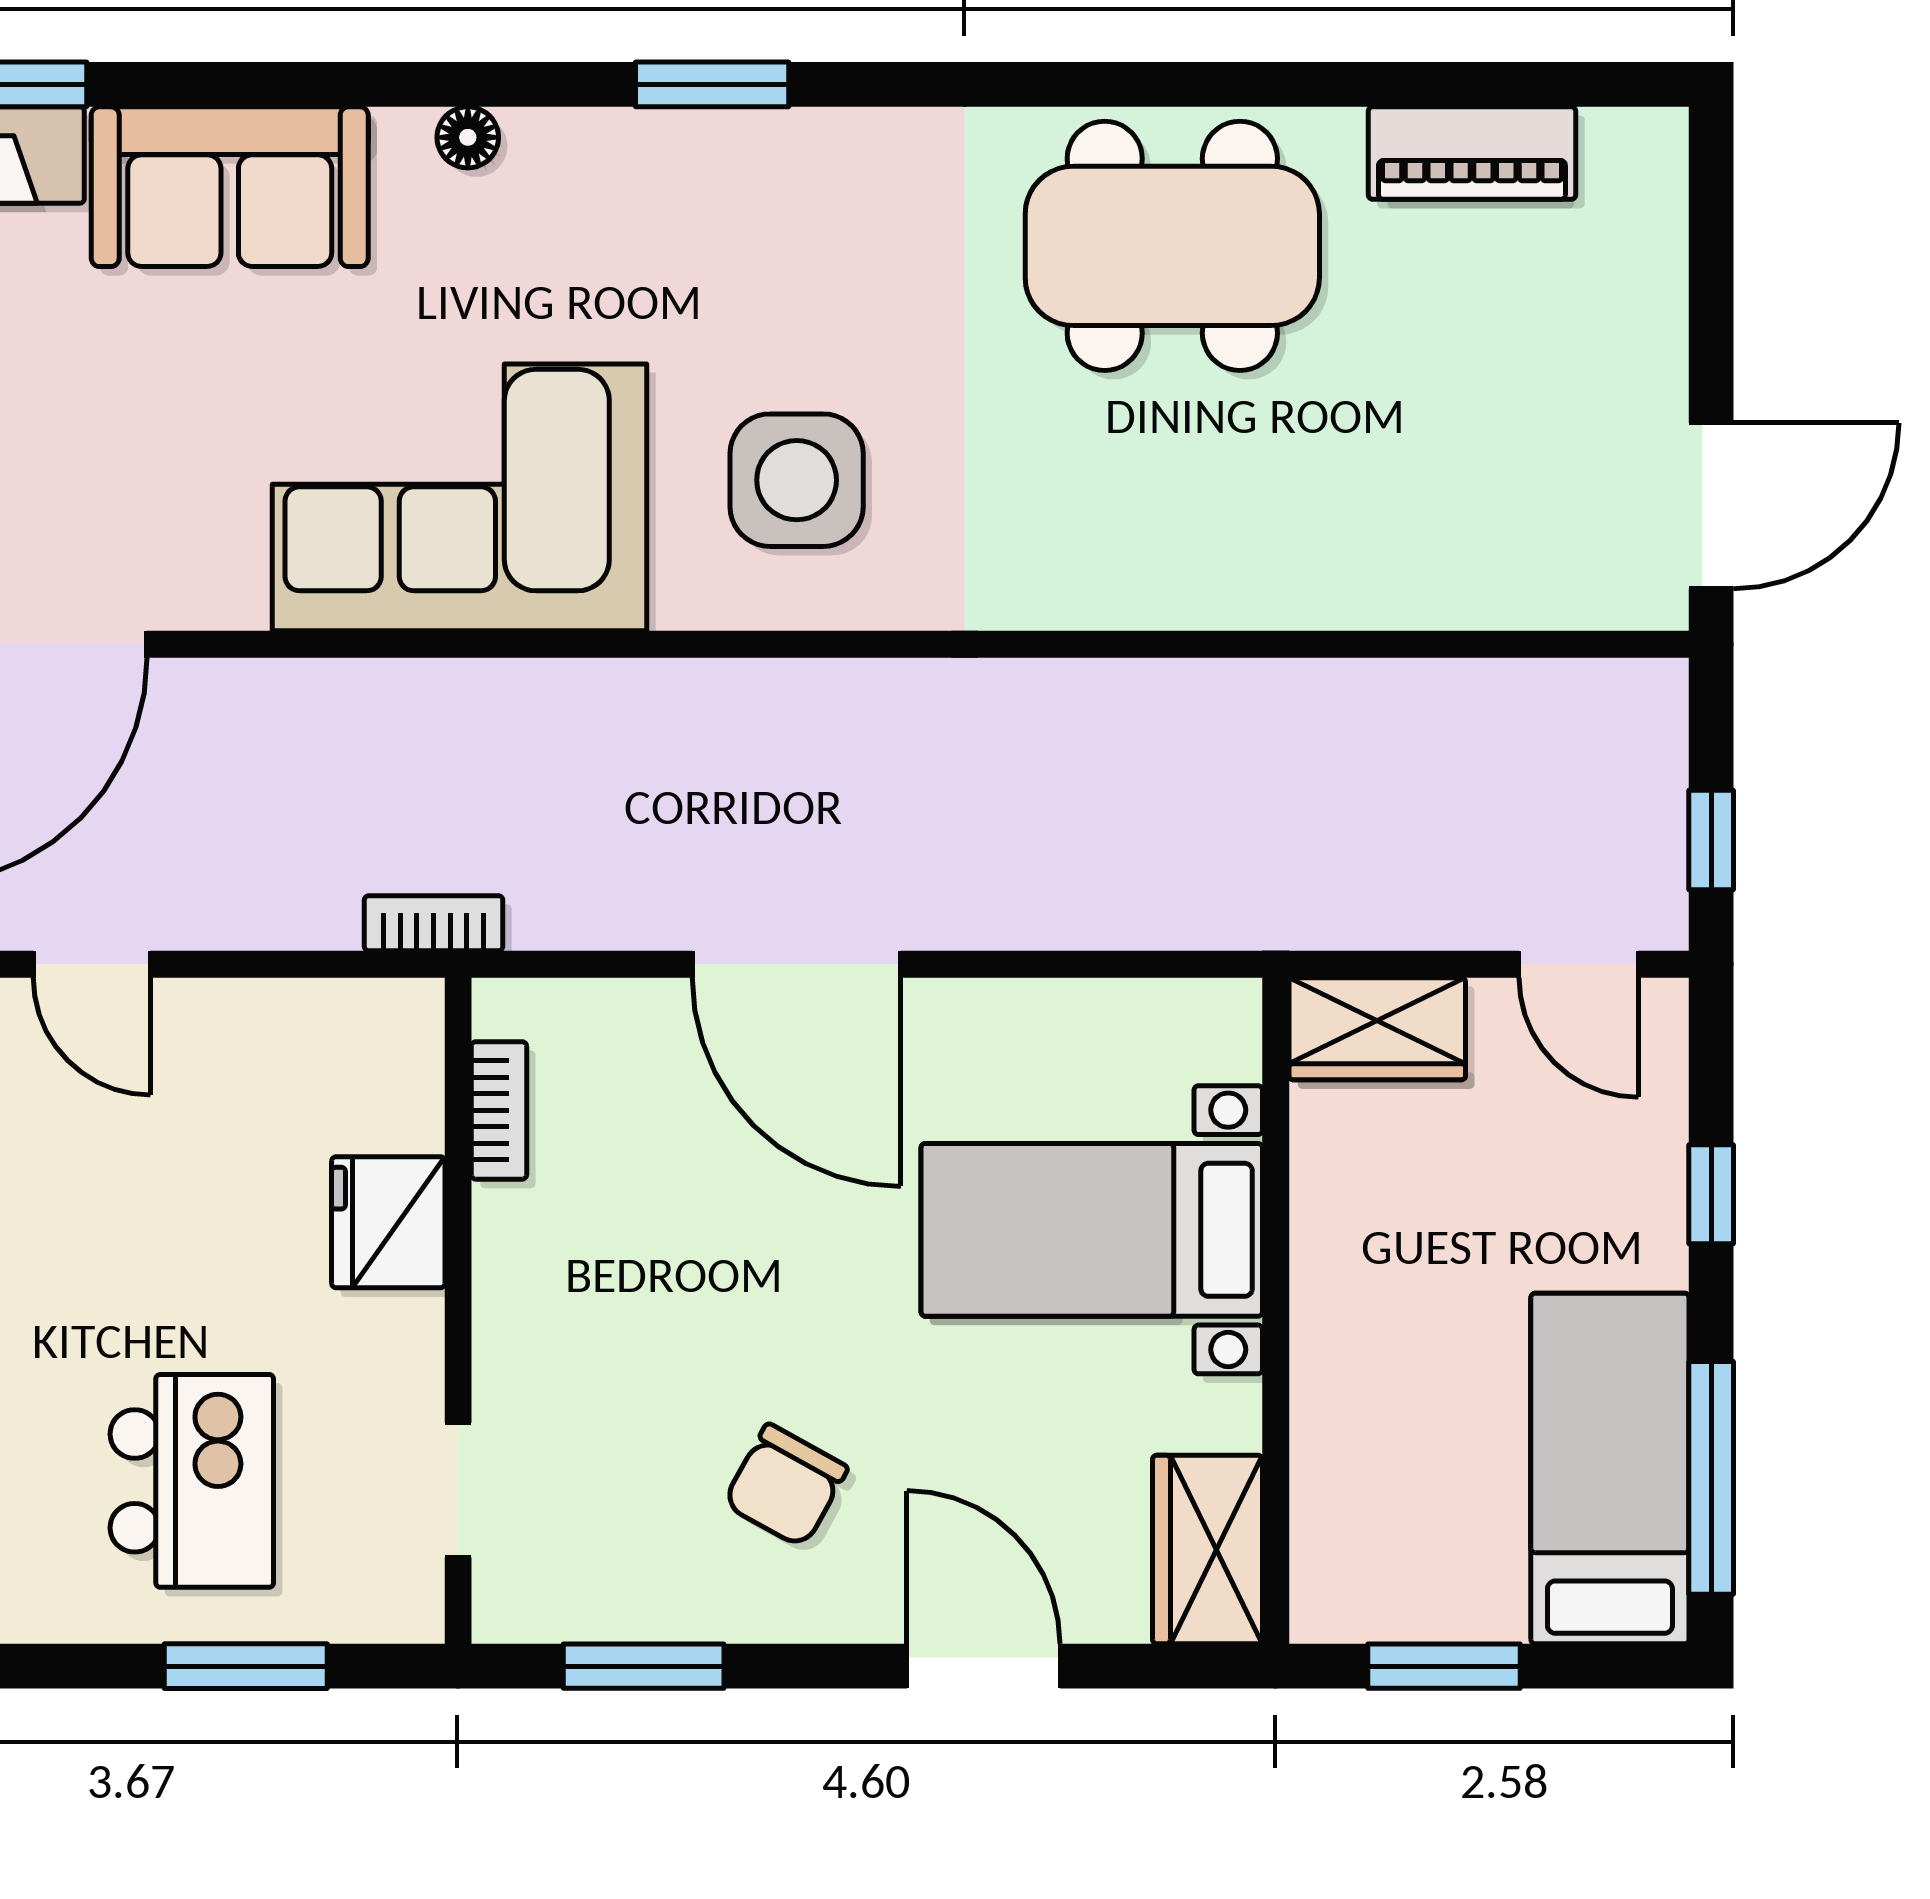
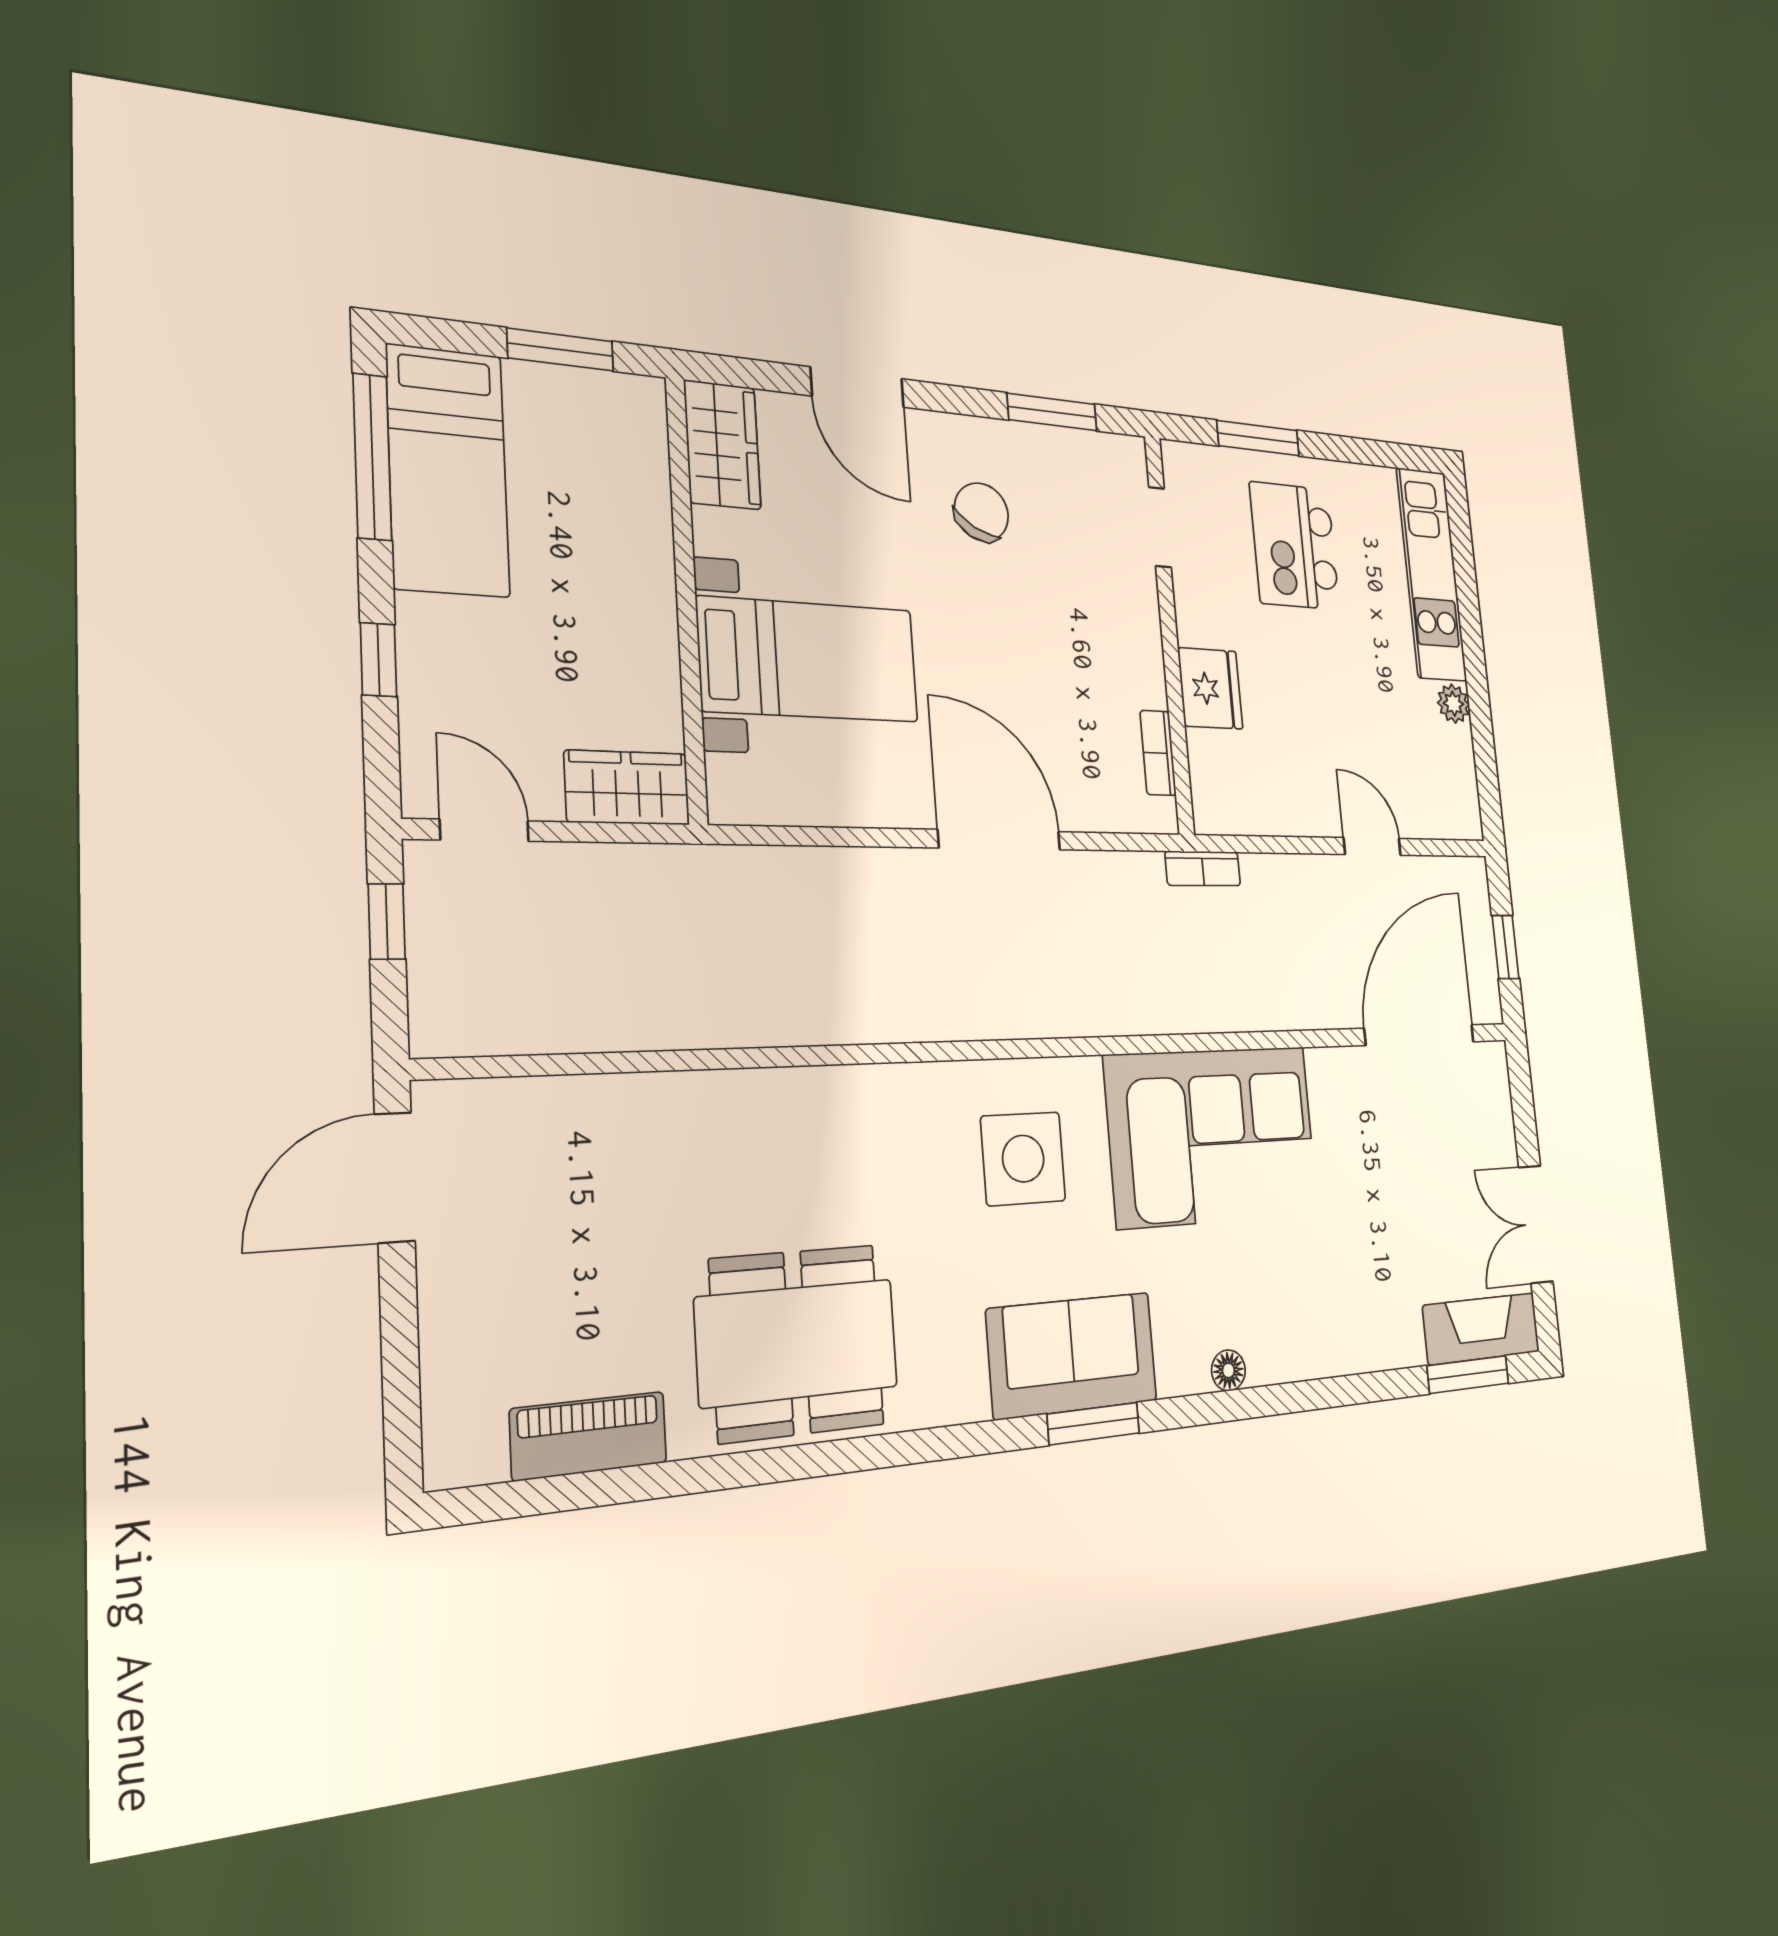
sofa: (230, 187) -> (1072, 1355), moved

